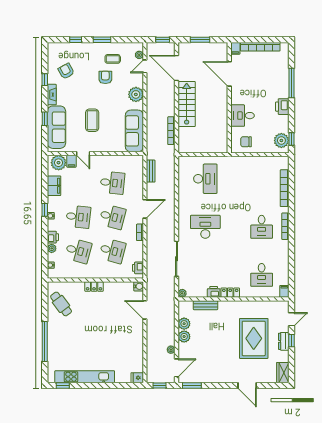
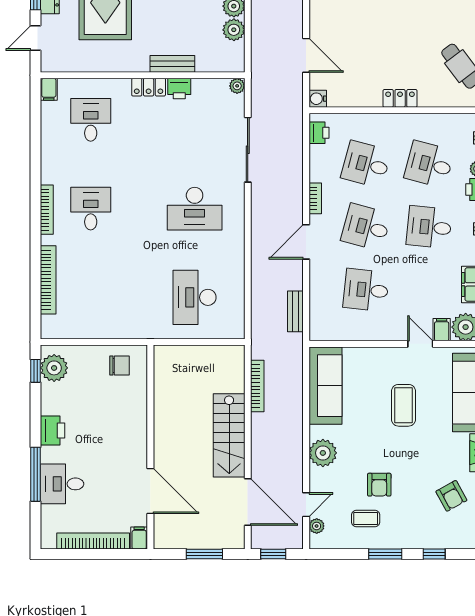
desk: (243, 116) -> (62, 484), moved, turned 180
bench: (206, 305) -> (172, 64), moved

